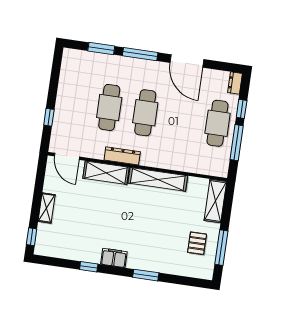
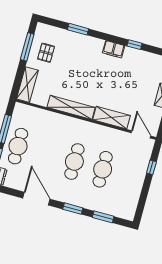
window: (140, 54) -> (73, 209), width x0.69
dresser: (122, 156) -> (97, 129), removed
window: (146, 275) -> (78, 29), moved

